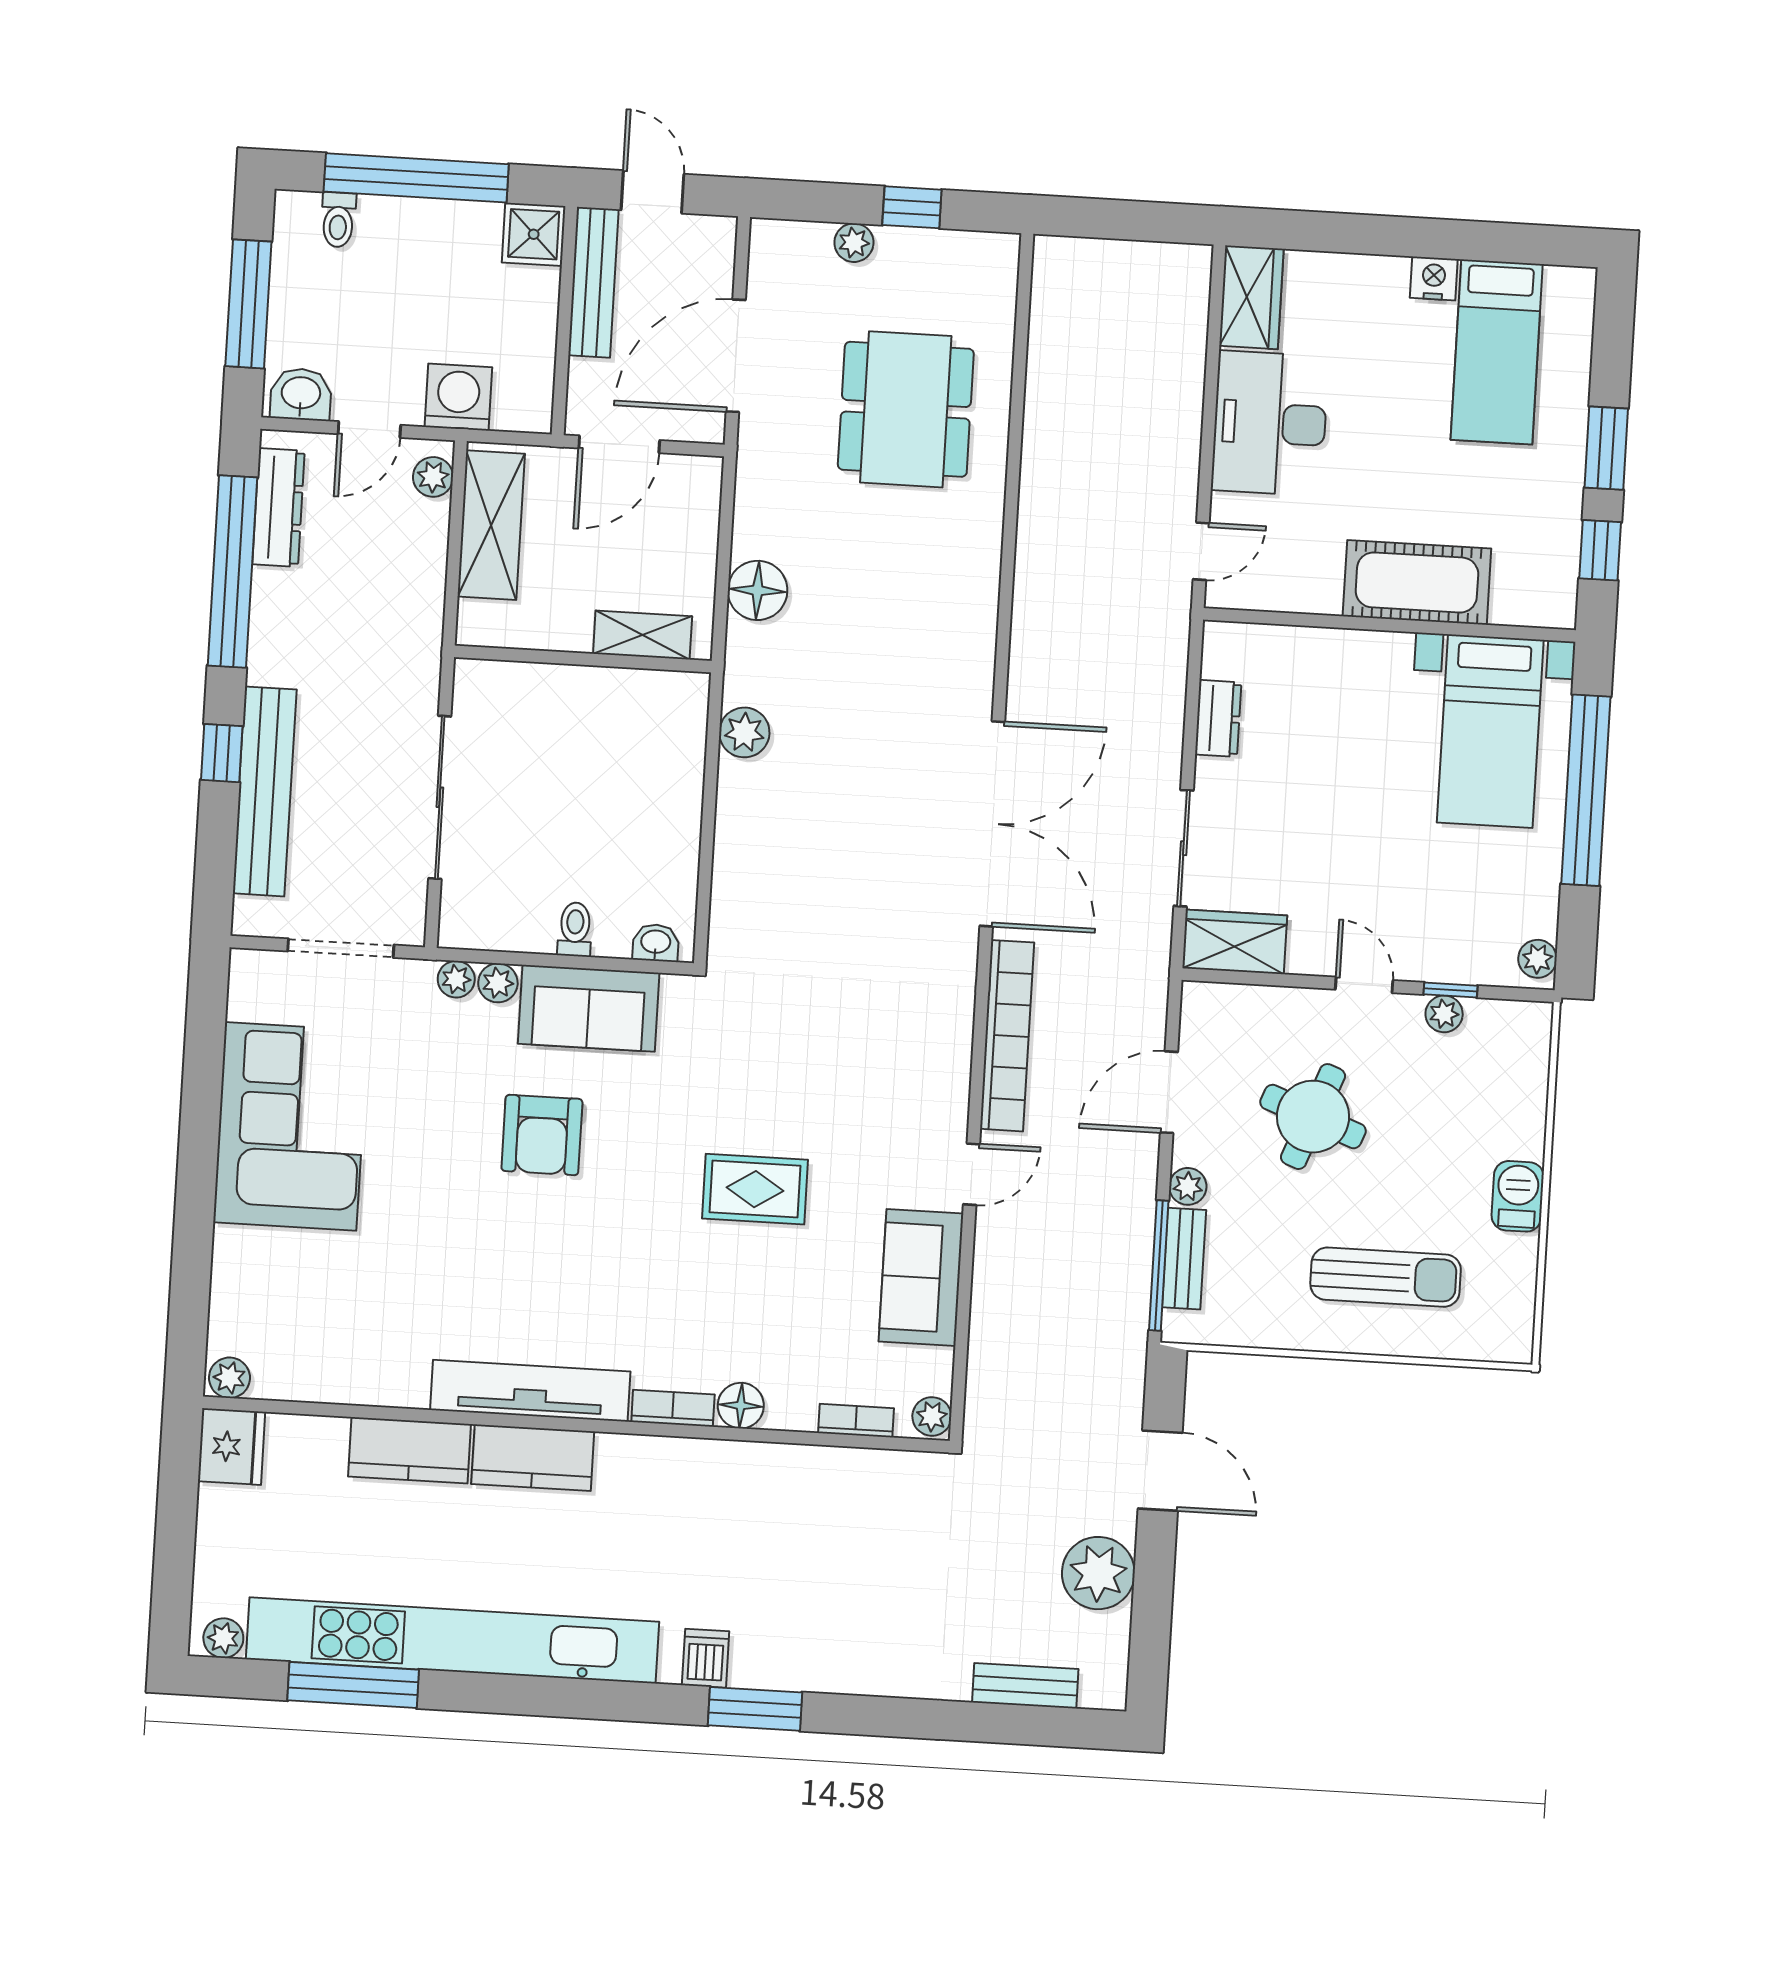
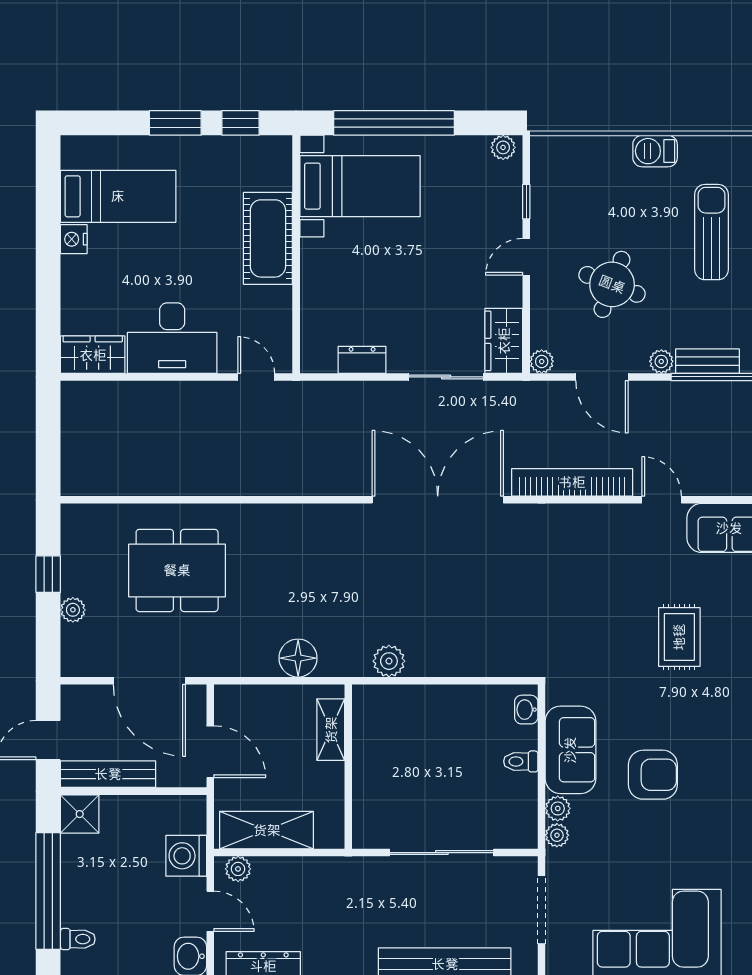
plant: (1444, 1014) -> (542, 361), moved

